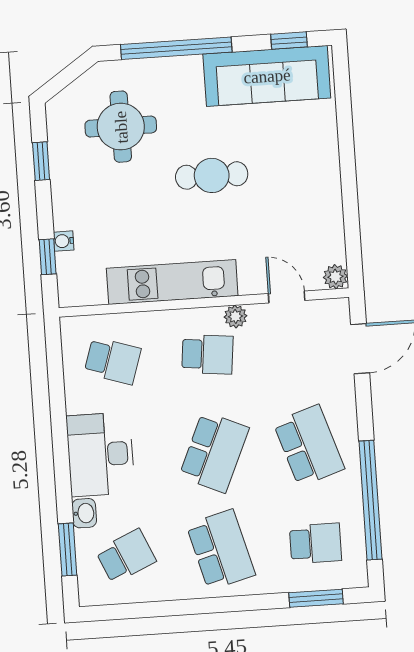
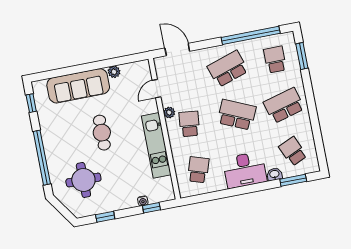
sofa: (267, 76) -> (78, 86), moved, turned 90
plant: (335, 277) -> (114, 72), moved

